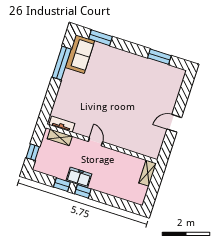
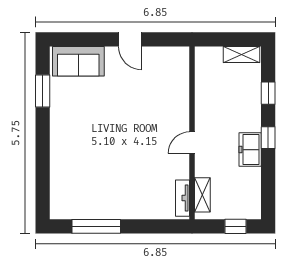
window: (101, 38) -> (43, 183), removed
sofa: (80, 54) -> (78, 61), moved, turned 180
shelving: (148, 173) -> (241, 54), moved
window: (62, 185) -> (268, 93), moved

